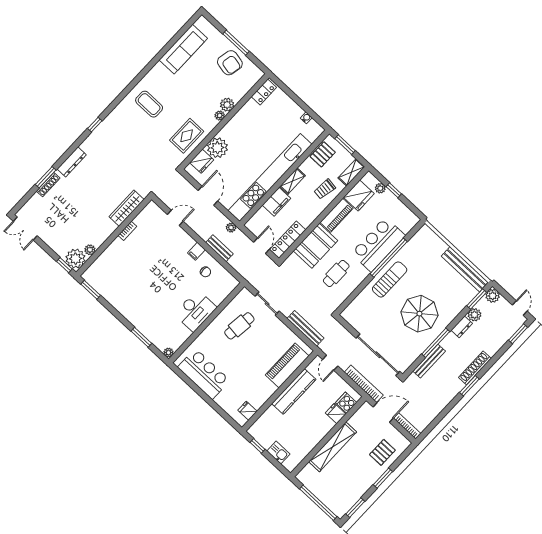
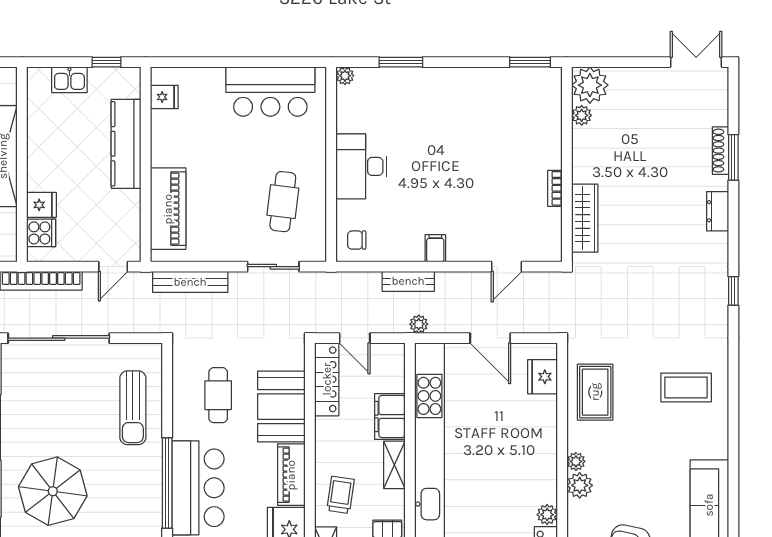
plant: (217, 148) -> (547, 515), moved, width x0.53, depth x0.53
dresser: (72, 162) -> (718, 211), width x0.70
window: (64, 265) -> (597, 62), removed
chair: (206, 272) -> (357, 240), moved
sun lounger: (390, 279) -> (133, 408), moved
parasol: (419, 314) -> (53, 491), moved
door: (330, 363) -> (113, 267), swing flipped
kitchen counter: (294, 391) -> (126, 144), moved

